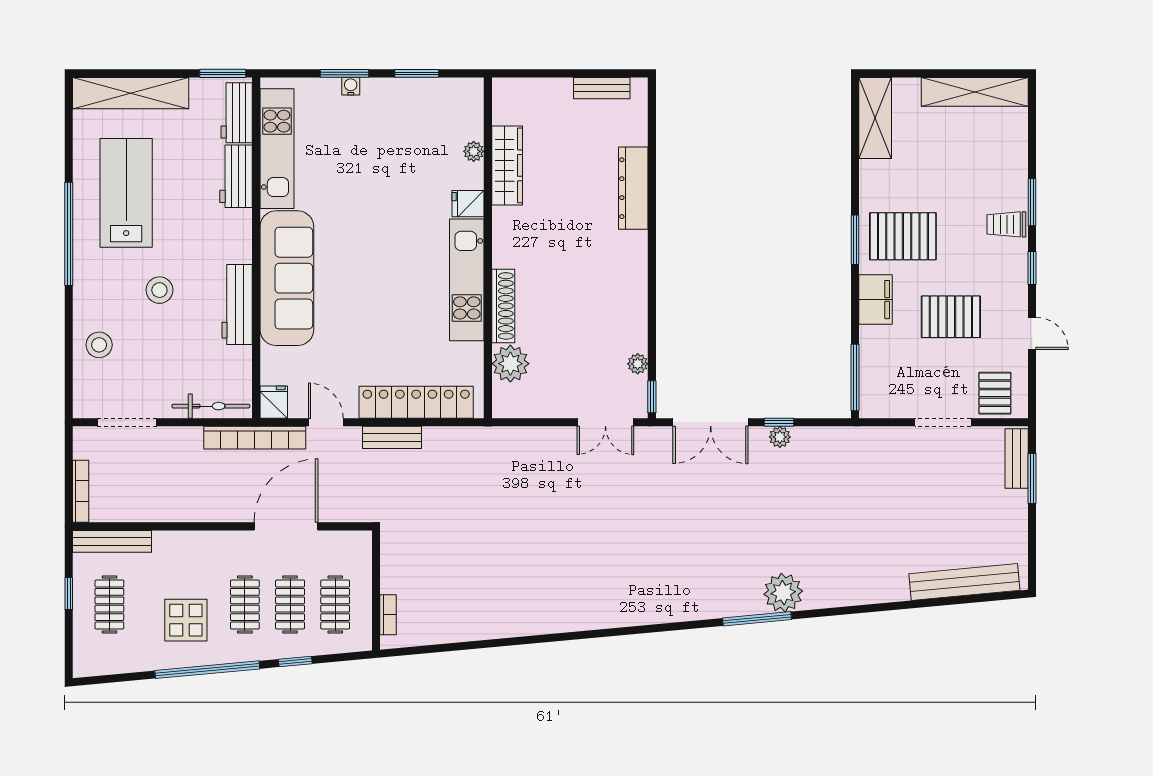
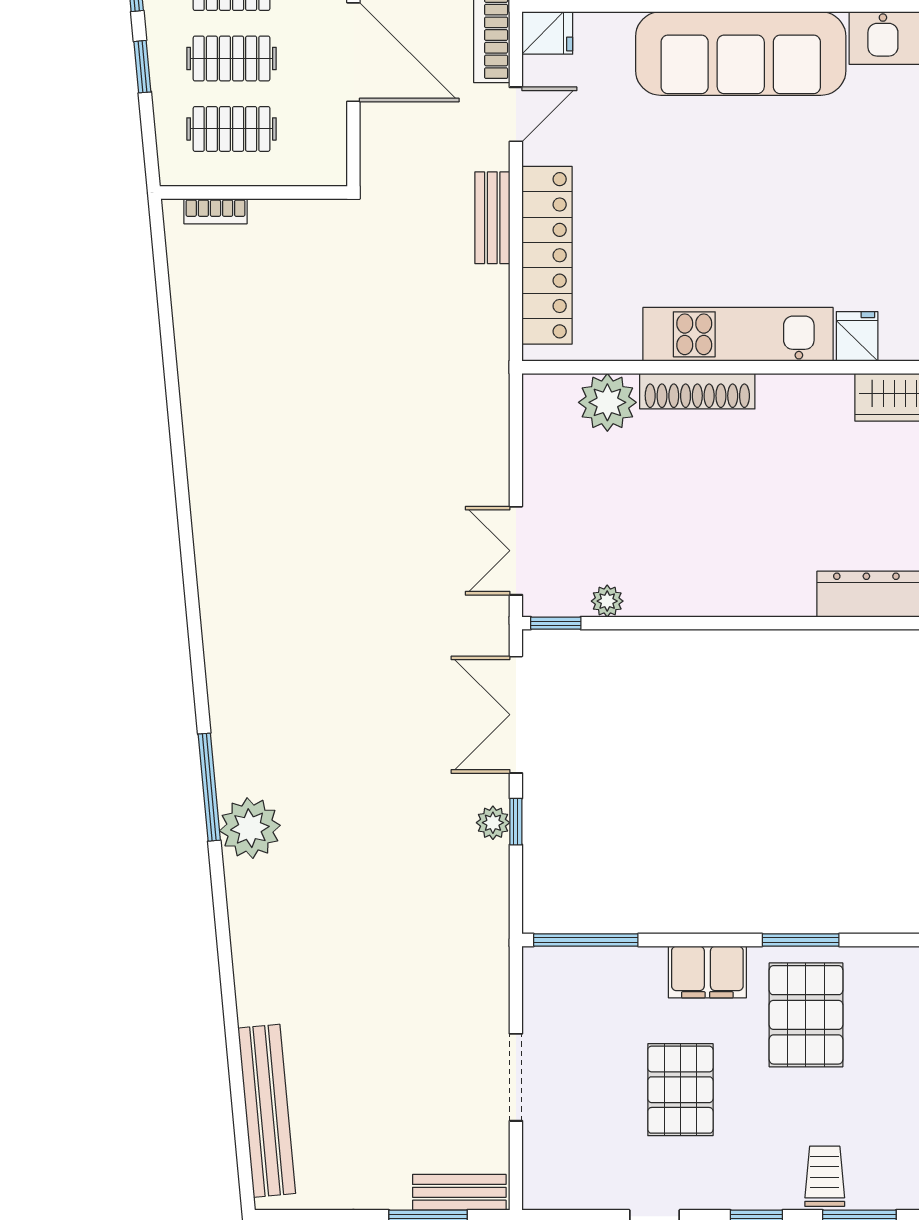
pallet: (995, 393) -> (561, 1158), removed

